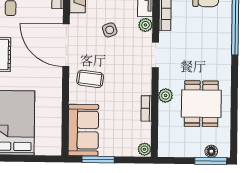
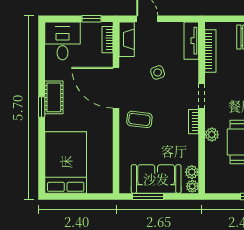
plant: (145, 25) -> (192, 172), moved
bookcase: (146, 108) -> (194, 122), moved
sofa: (83, 130) -> (156, 179), moved, turned -90

